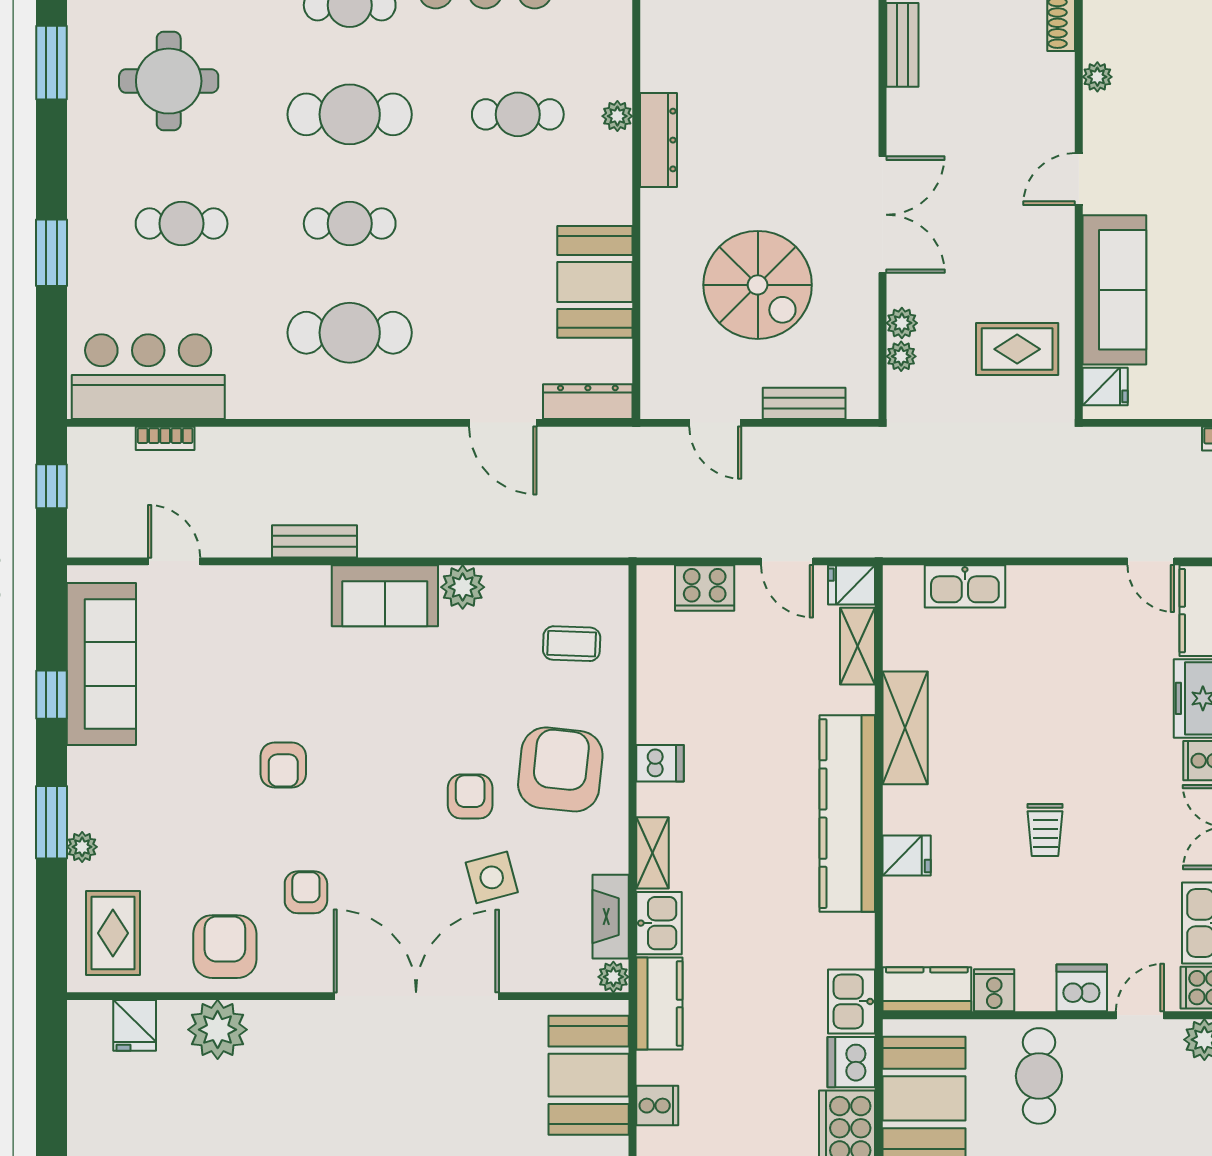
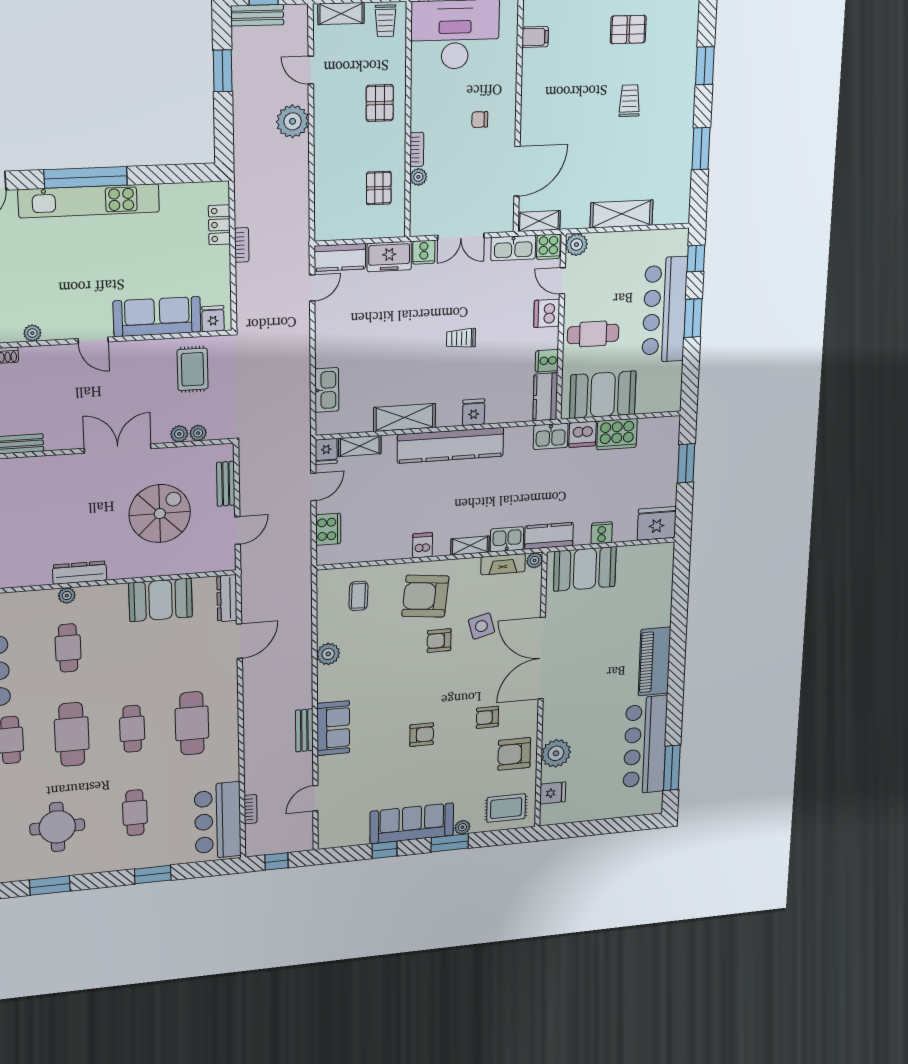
sofa: (385, 596) -> (333, 728), moved
sofa: (101, 664) -> (412, 823), moved
trolley: (1045, 830) -> (461, 338), turned 180

